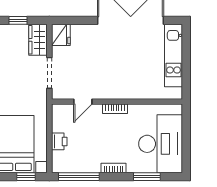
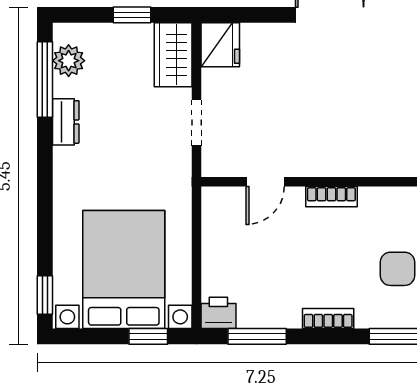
doorway: (49, 73) -> (196, 123), width x0.73
printer: (59, 141) -> (218, 313), moved, turned -90
window: (79, 177) -> (257, 336), width x0.69

